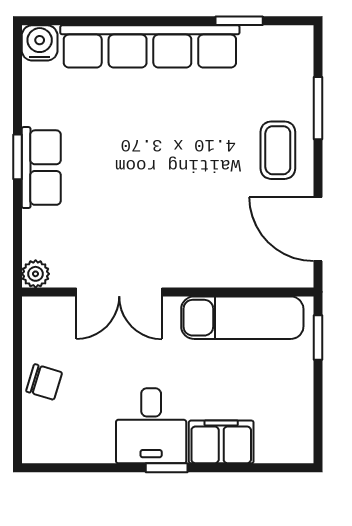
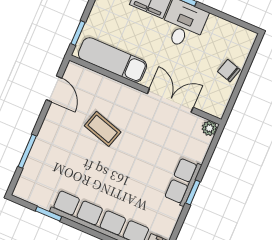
coffee table: (278, 150) -> (103, 129), moved, turned -73
door: (318, 229) -> (54, 89), width x0.73

